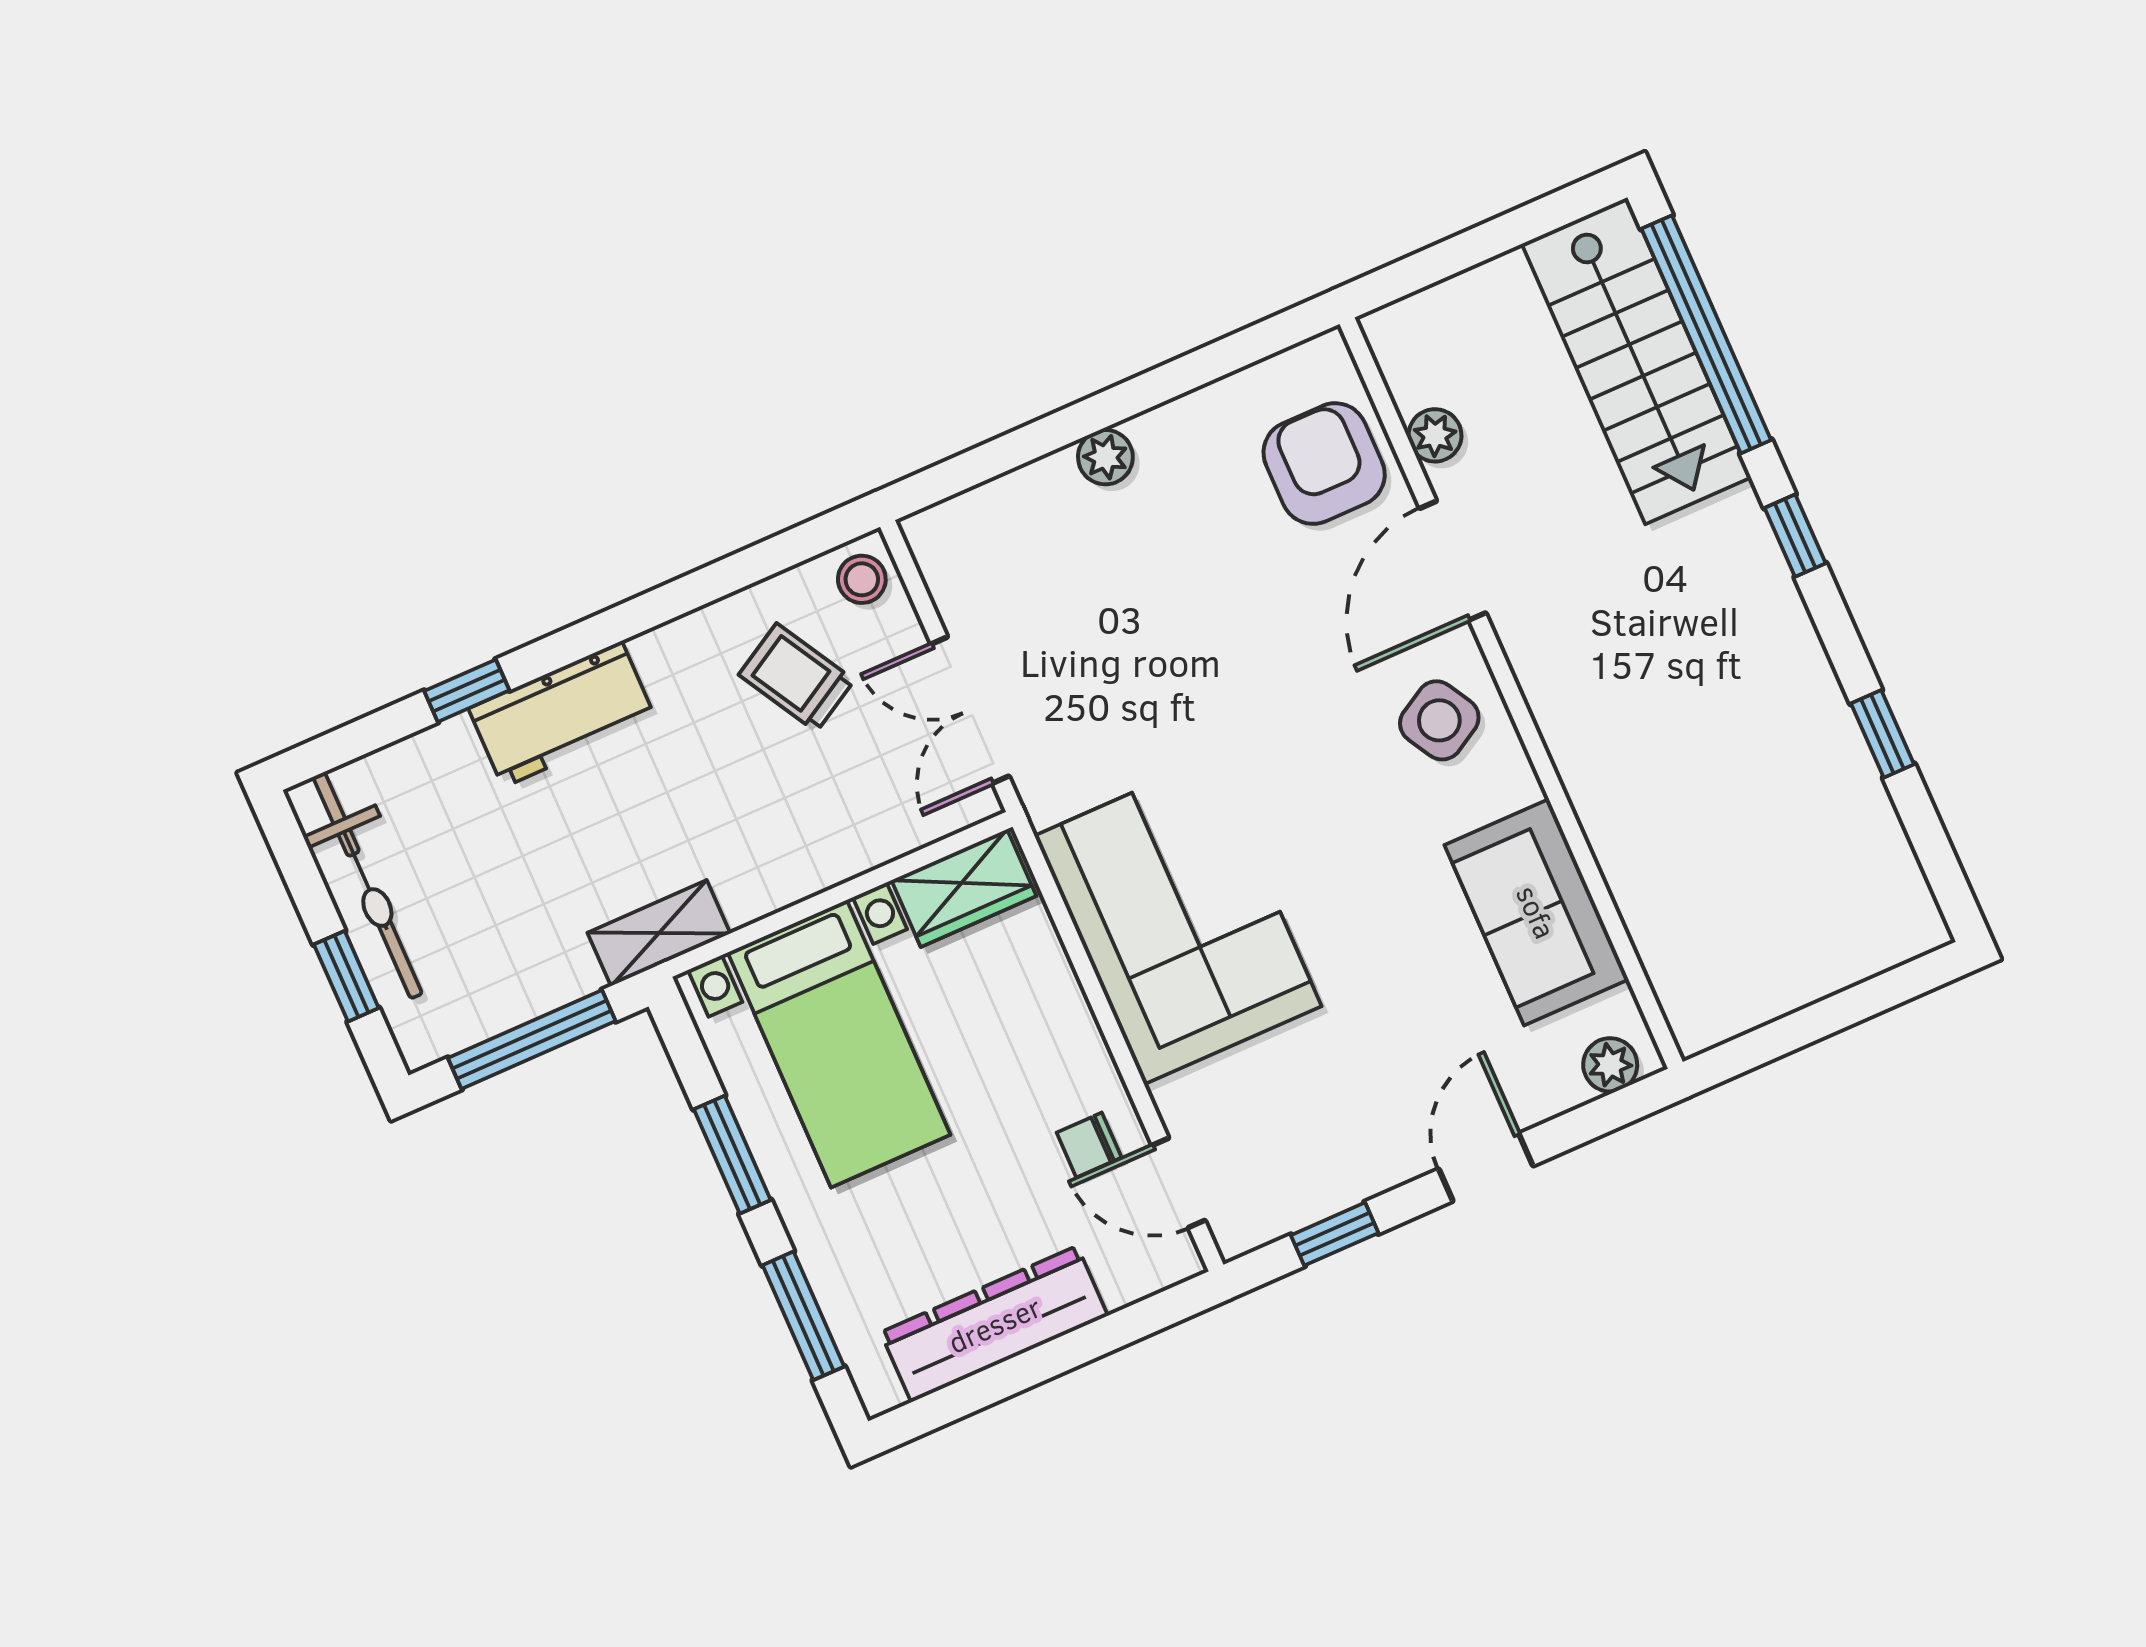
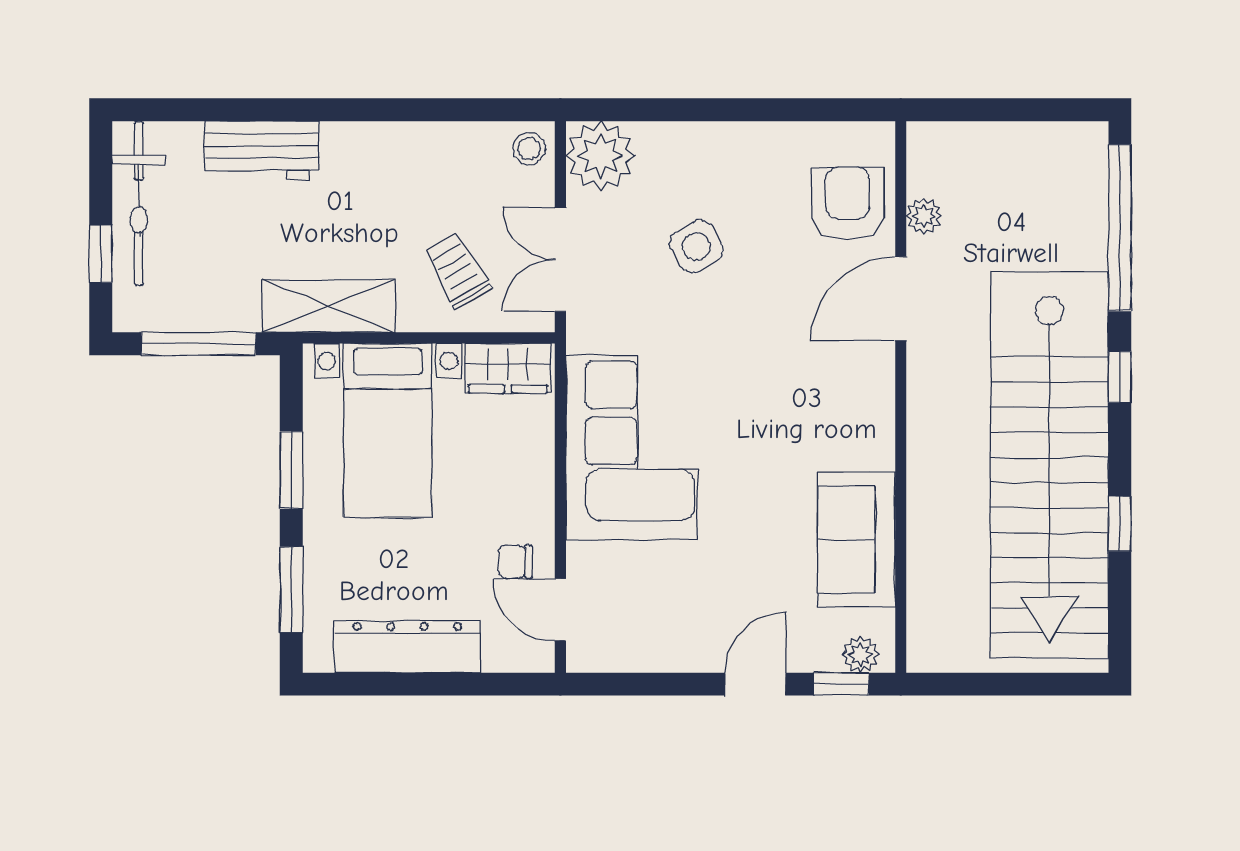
stairs: (1636, 361) -> (1049, 465), moved, width x1.86, depth x1.51
plant: (1105, 457) -> (601, 156), moved, width x1.87, depth x1.87
trolley: (796, 677) -> (458, 271), moved
window: (467, 691) -> (254, 110), removed
workbench: (562, 714) -> (262, 150), moved
side table: (1439, 720) -> (696, 246), moved
shelving: (659, 933) -> (329, 306), width x1.50, depth x1.33
window: (1335, 1234) -> (842, 684), moved

